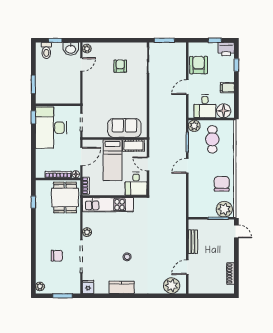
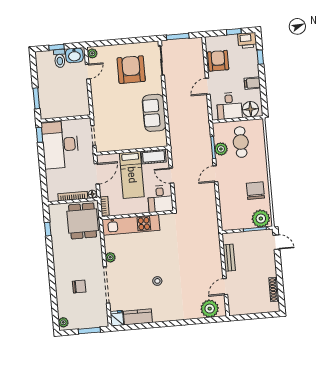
toilet: (46, 51) -> (60, 58), moved
armchair: (120, 66) -> (131, 70), width x1.88, depth x1.88
plant: (194, 126) -> (221, 149), moved
sofa: (124, 128) -> (154, 113), moved, turned -90
kitchen counter: (122, 287) -> (138, 317), moved

